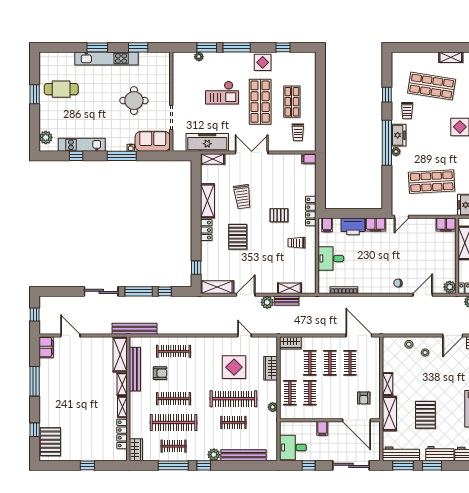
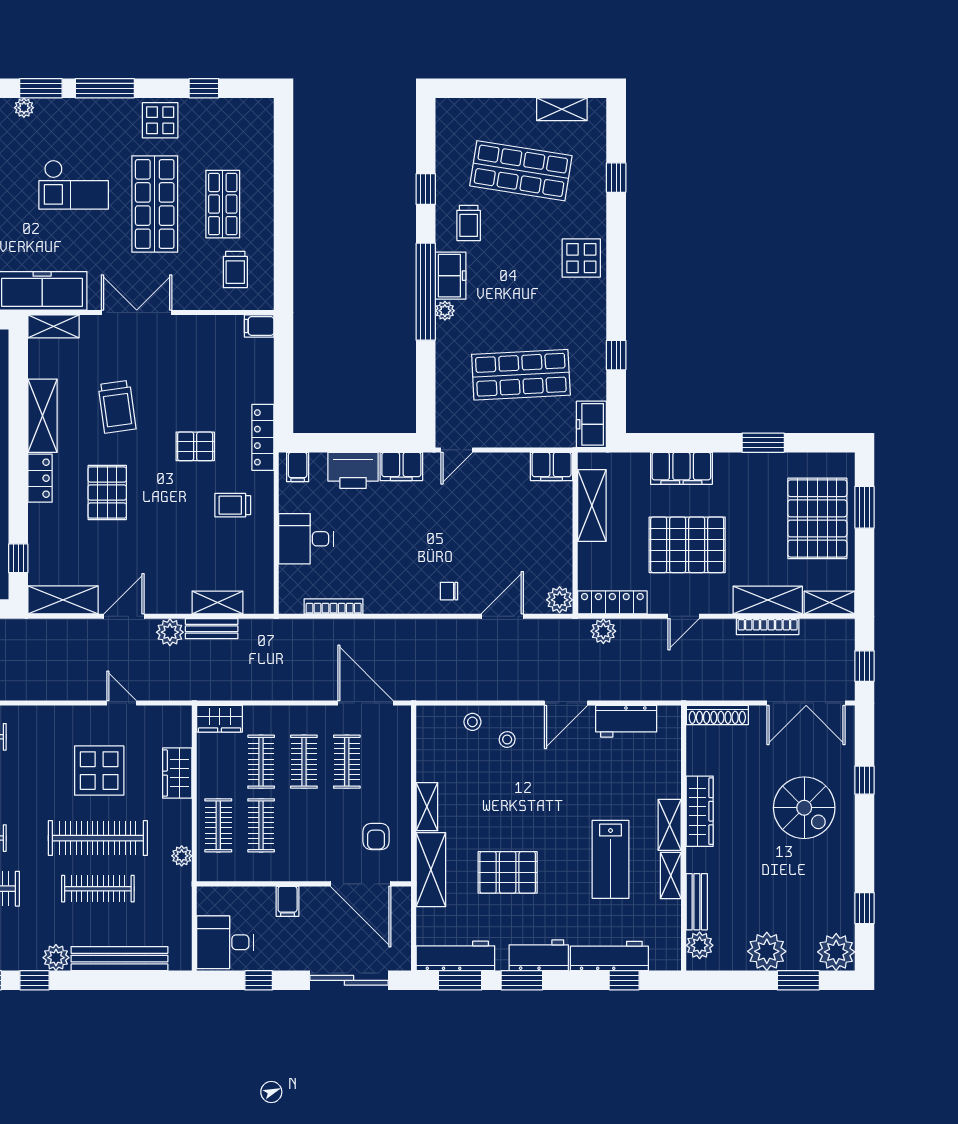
pallet: (425, 415) -> (508, 872), turned 90
clothes rail: (233, 422) -> (98, 889), width x1.36

